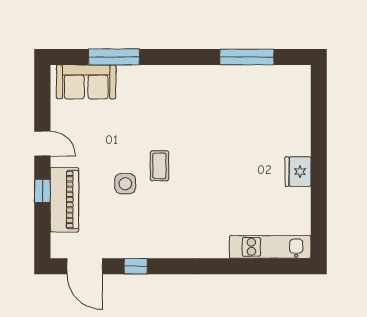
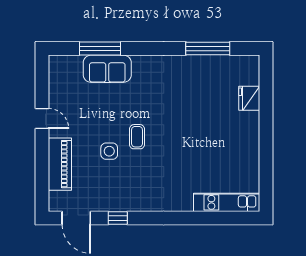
sofa: (86, 82) -> (107, 69), moved
fridge: (298, 172) -> (249, 98), moved
window: (42, 191) -> (42, 157), removed

